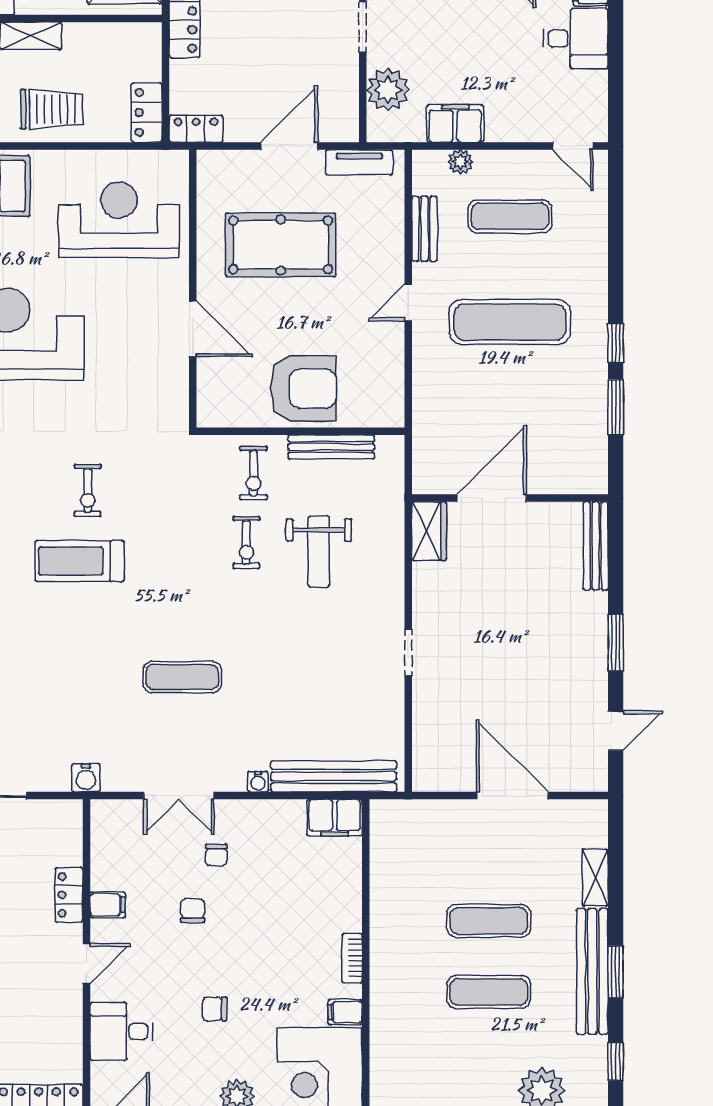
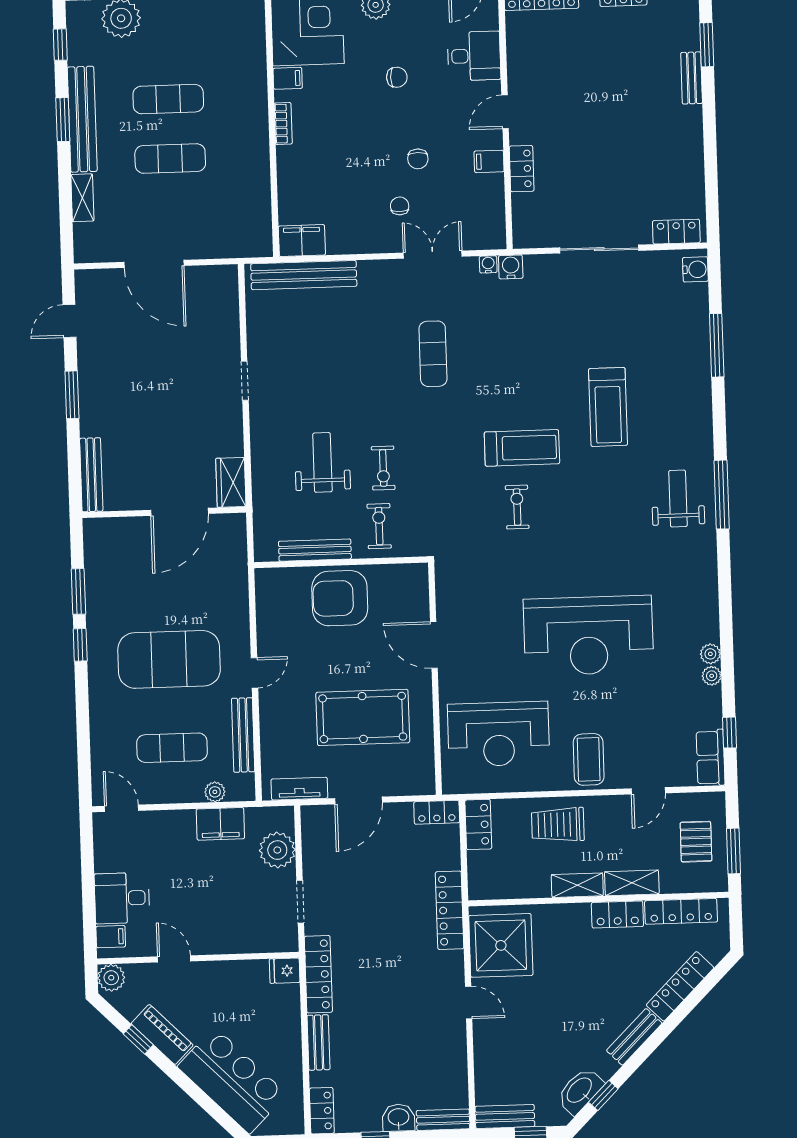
bench: (424, 229) -> (243, 735), width x1.36
exercise mat: (510, 322) -> (169, 659), width x1.47
exercise bike: (246, 542) -> (383, 468), turned 180
exercise mat: (182, 677) -> (433, 354), turned 90
water cooler: (258, 782) -> (488, 264), moved

